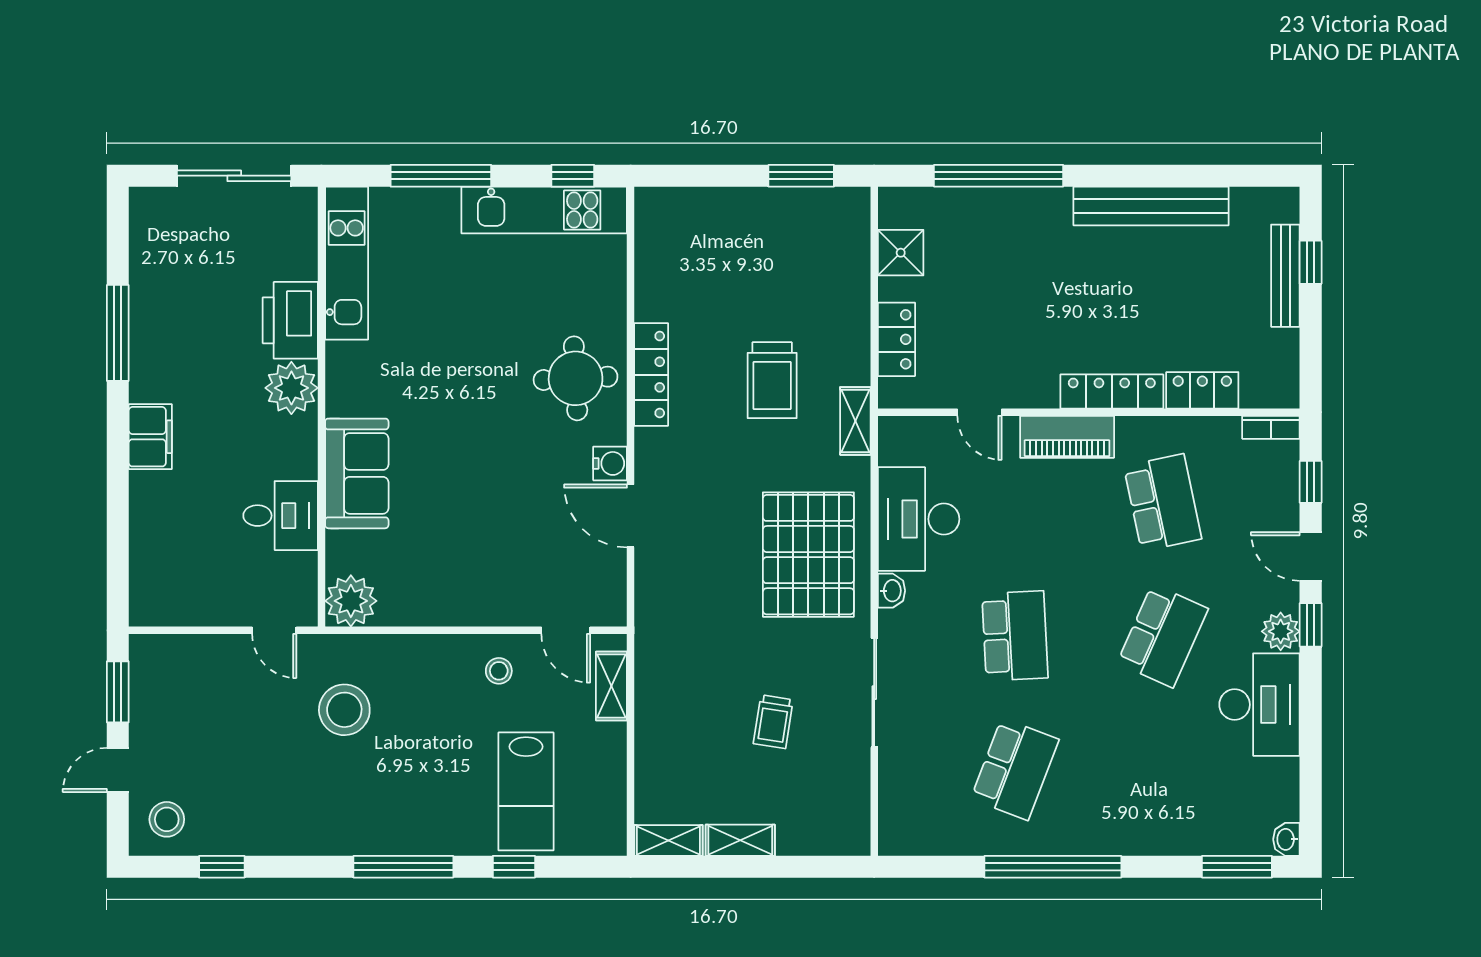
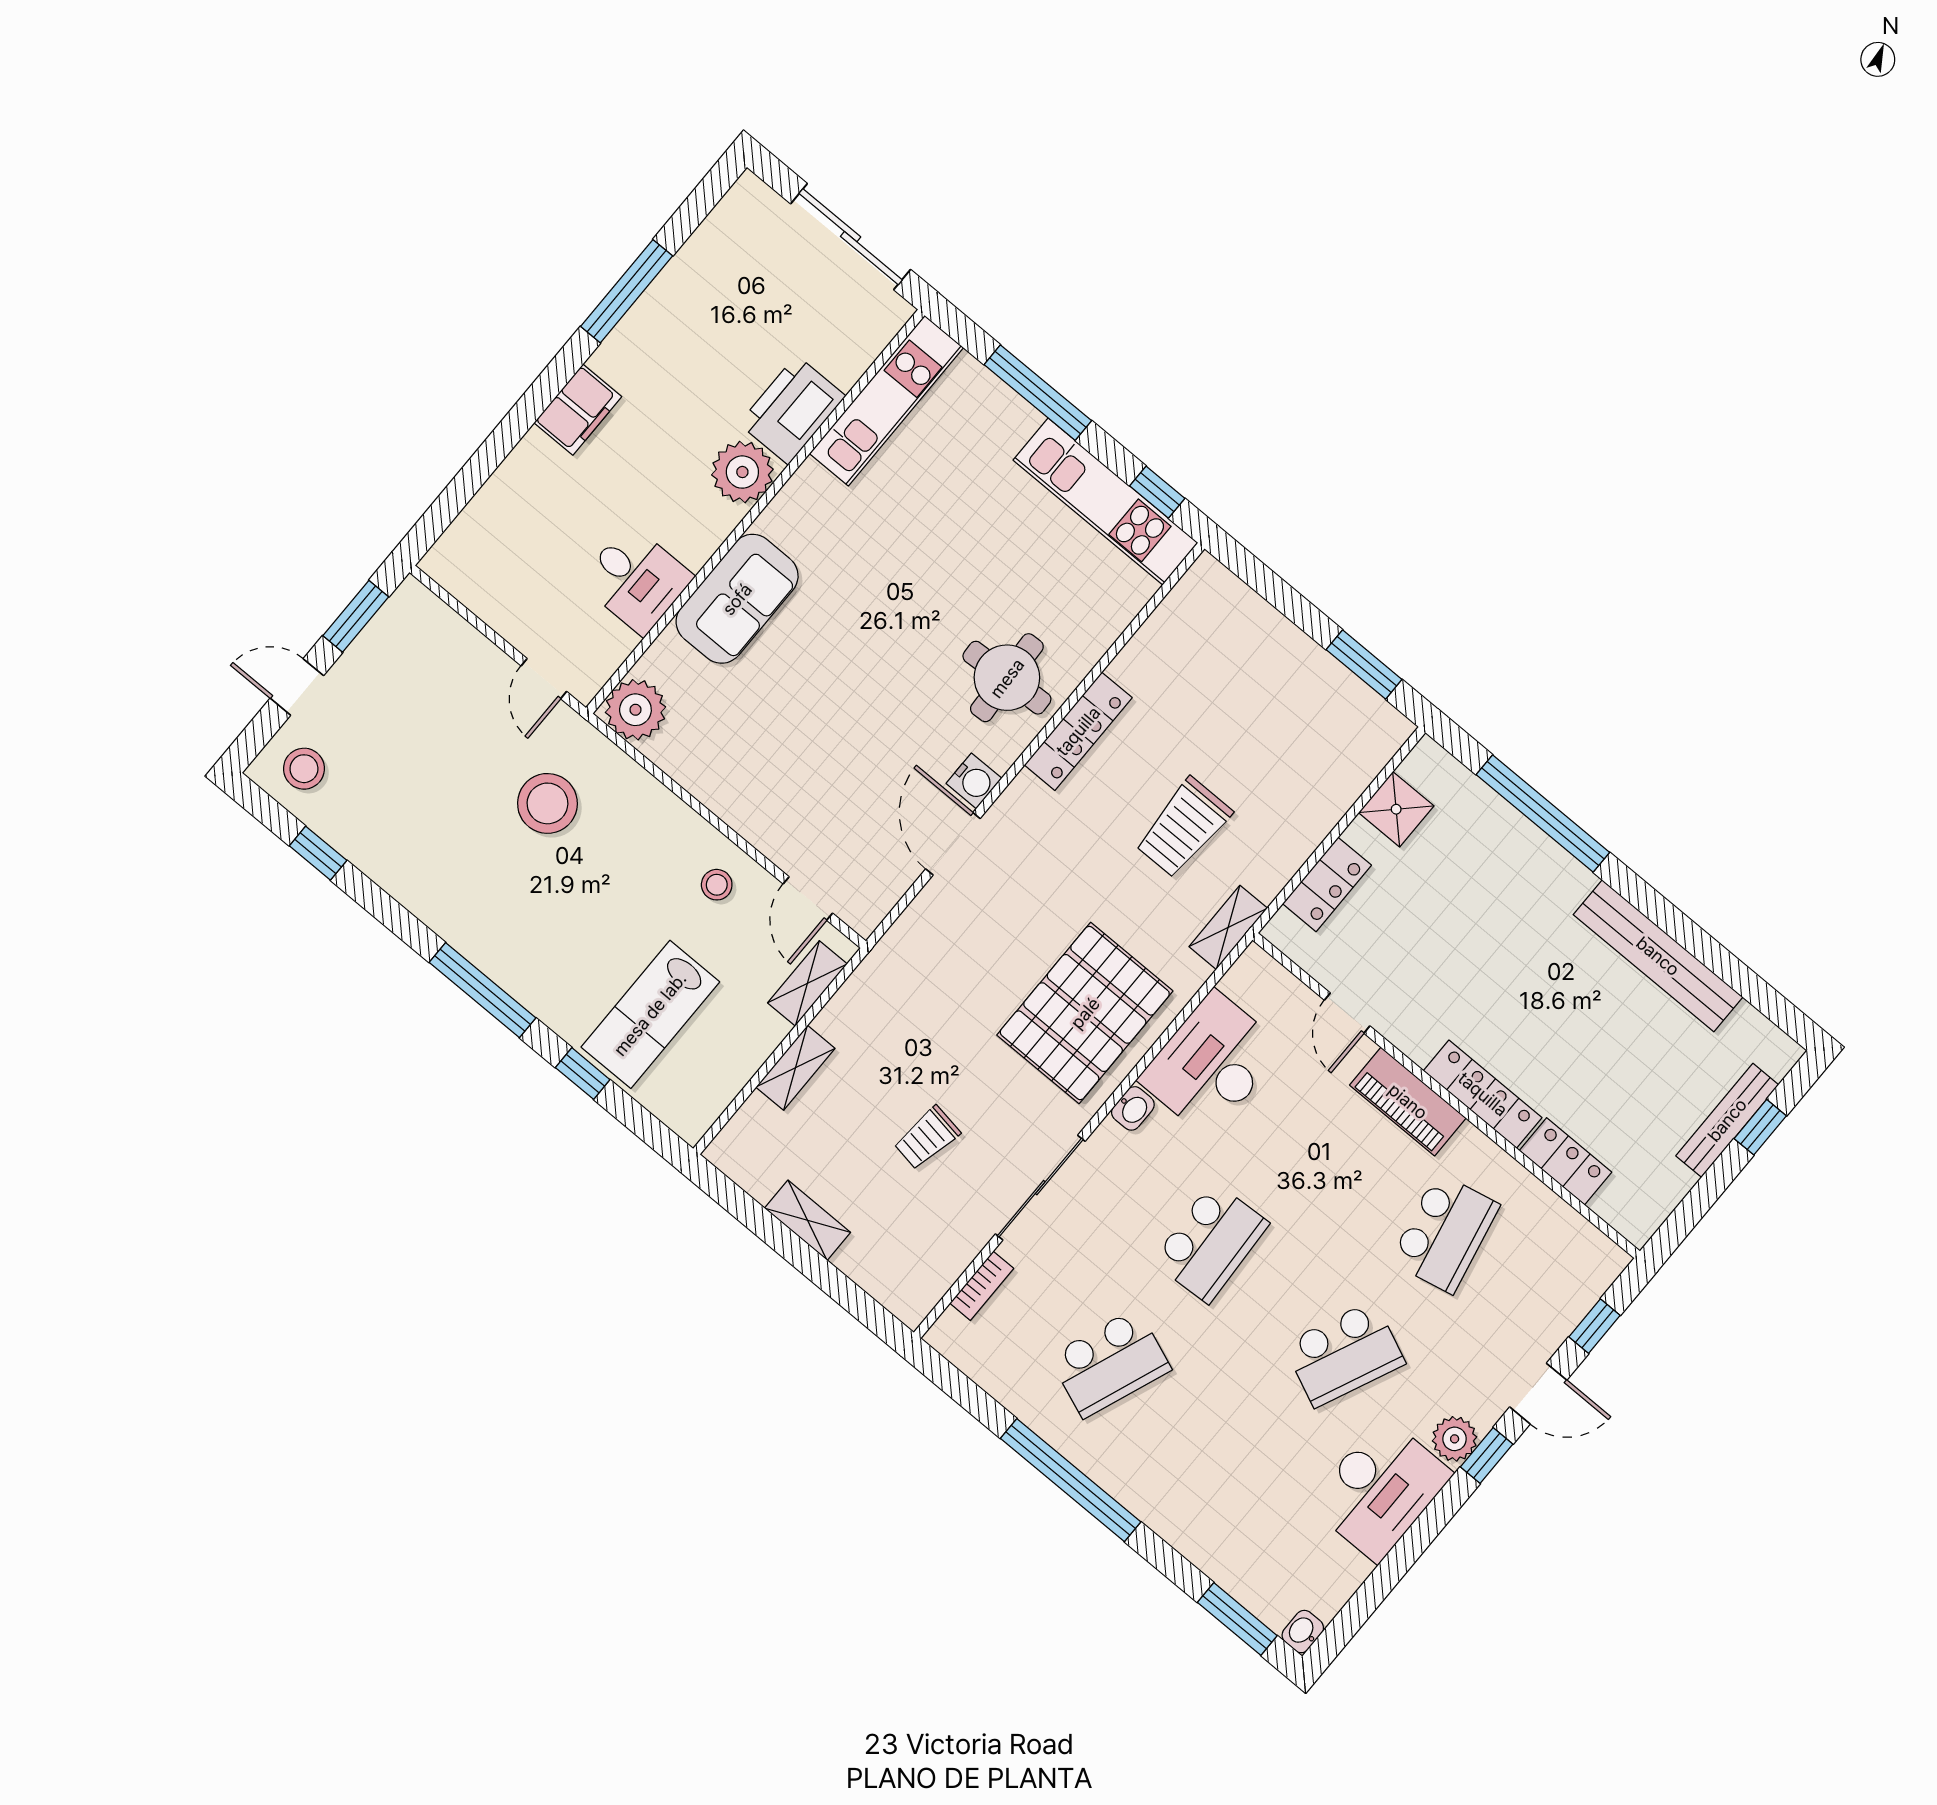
bookcase: (1271, 427) -> (982, 1286), moved, turned -90
door: (1311, 556) -> (1538, 1394), swing flipped
shelving: (668, 840) -> (795, 1068), moved, turned 90

